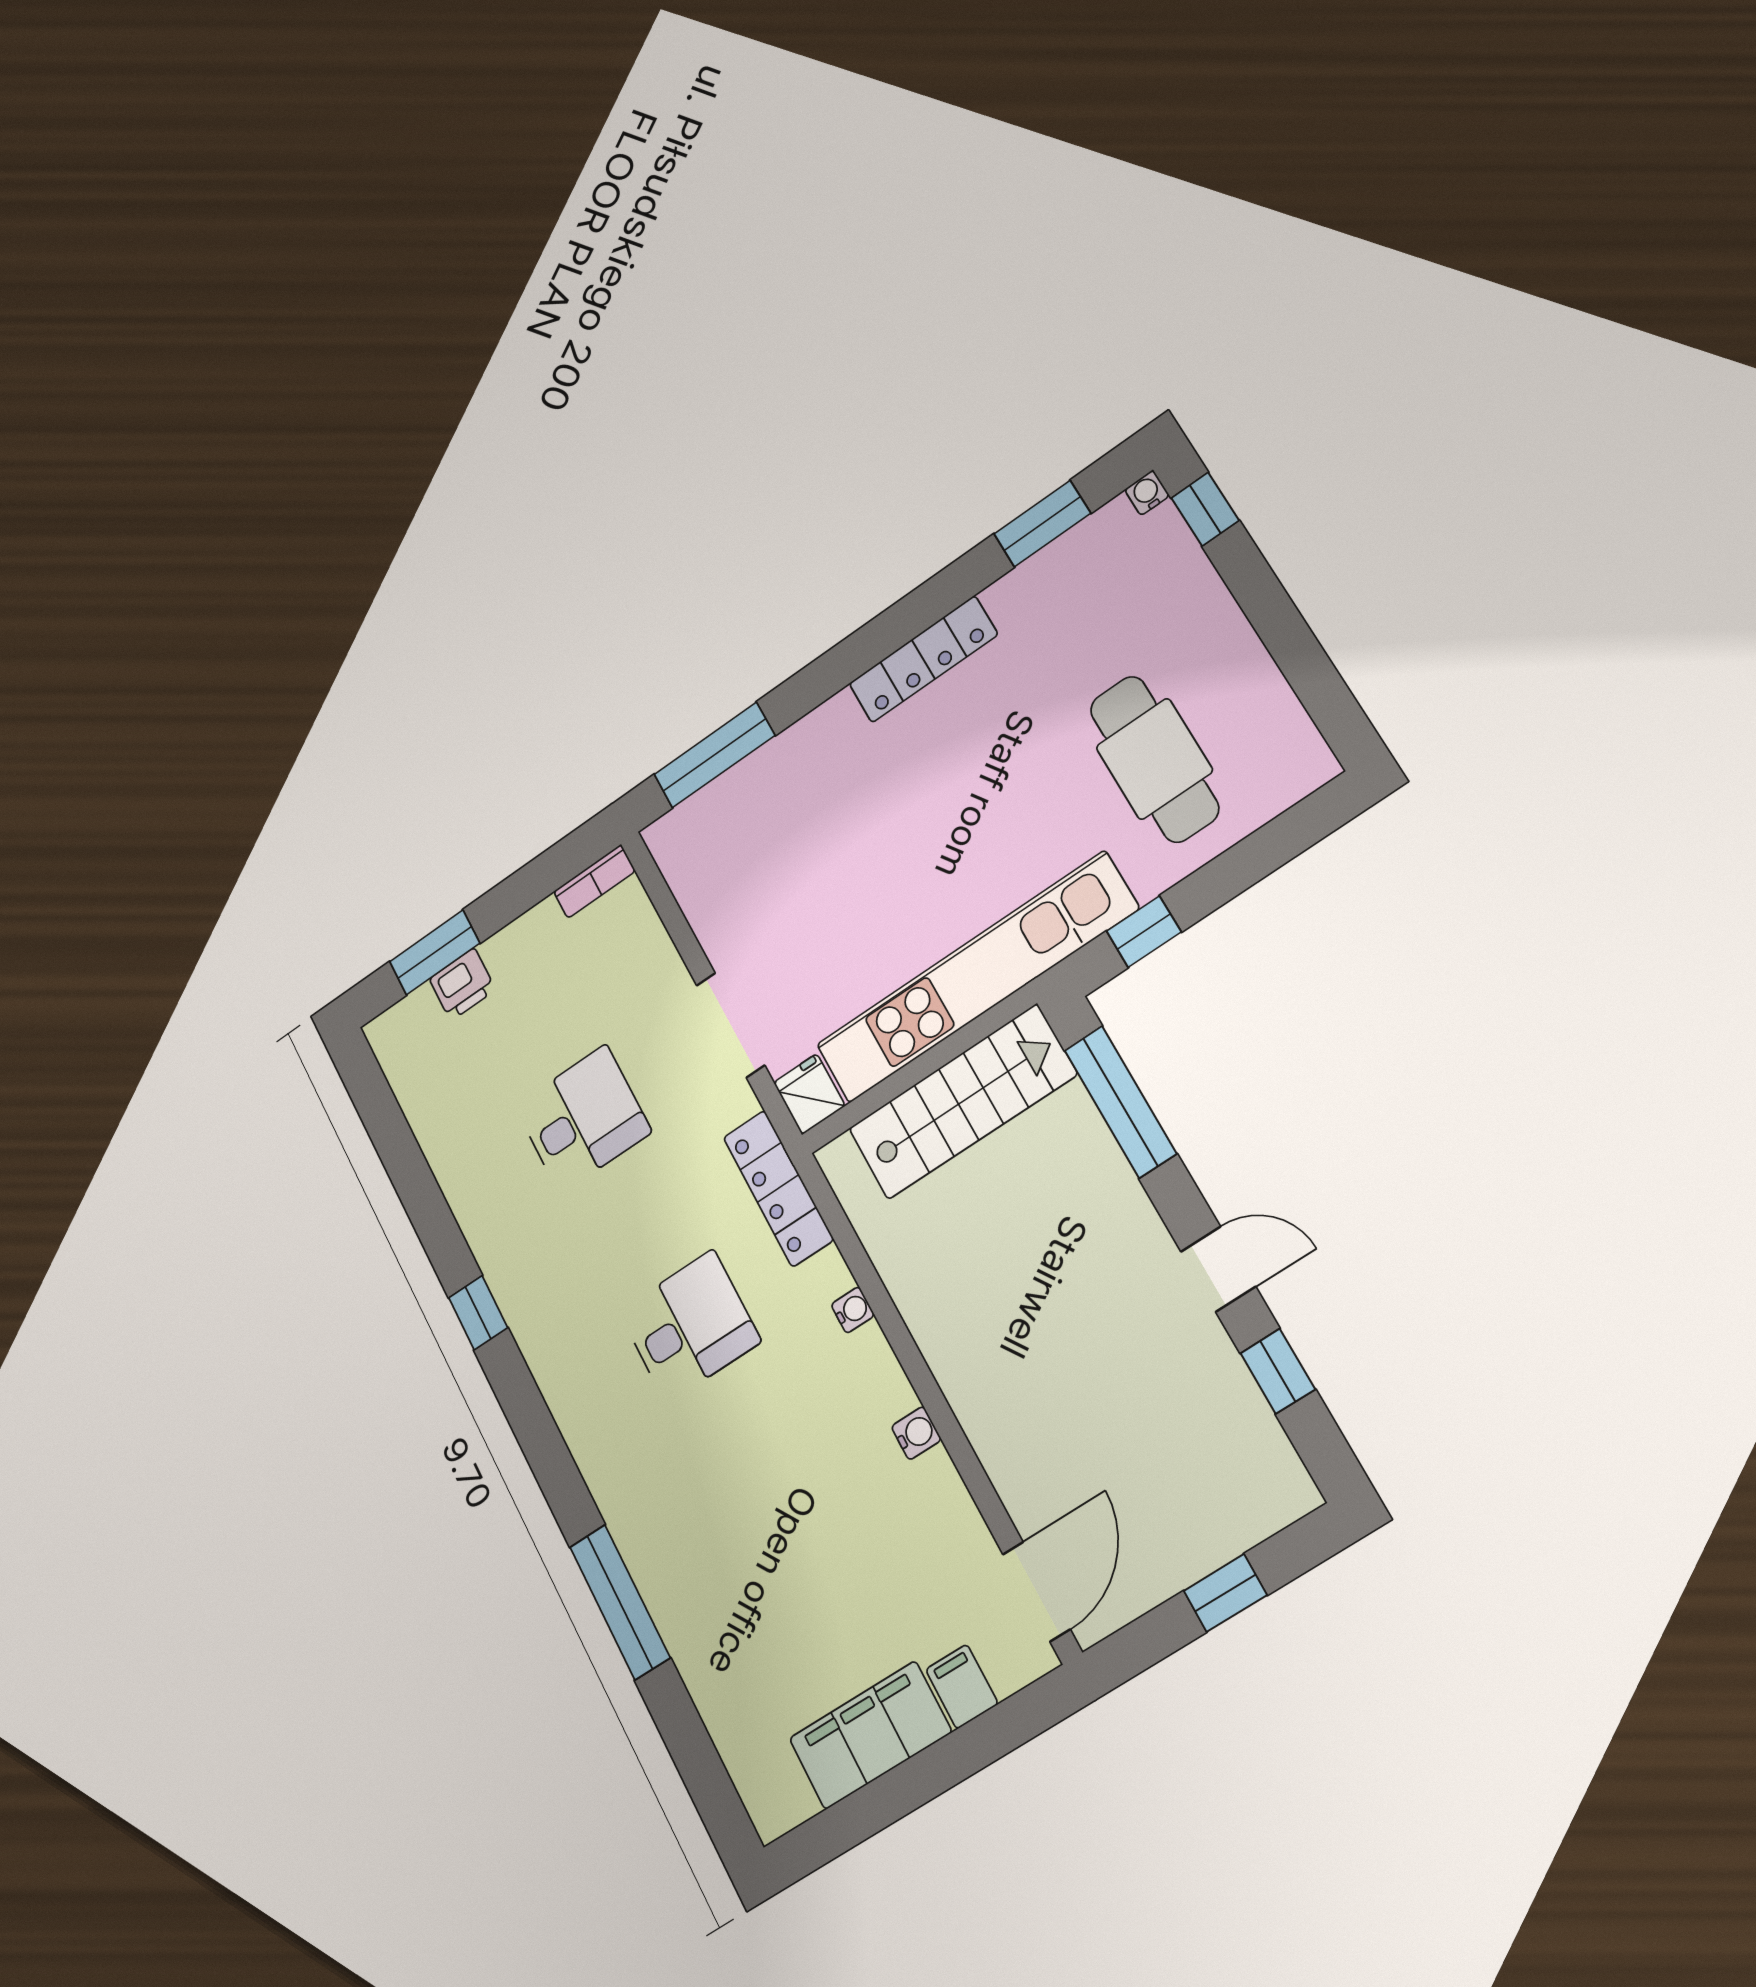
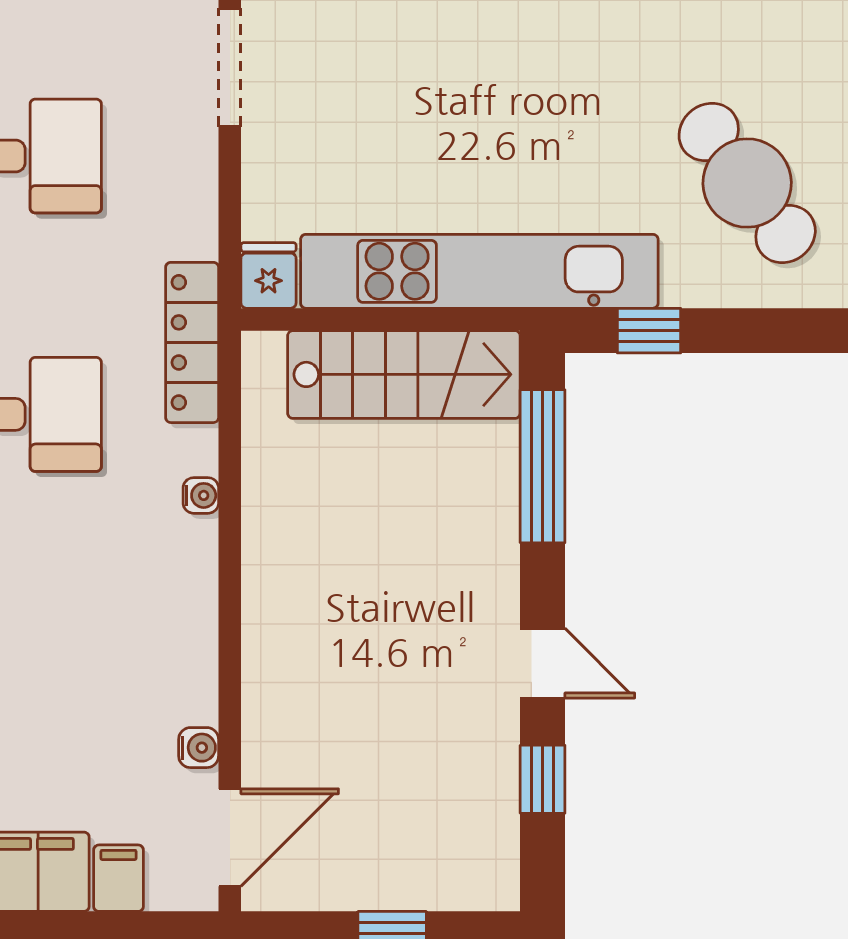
cafe table: (1154, 759) -> (747, 183), turned -37
doorway: (731, 1025) -> (230, 67), moved
water cooler: (916, 1433) -> (199, 748), moved

